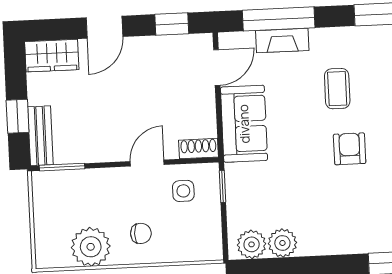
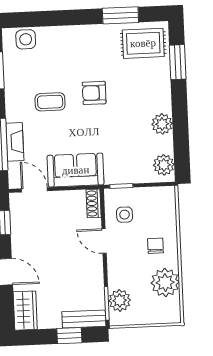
plant: (66, 185) -> (120, 300), added
plant: (282, 243) -> (162, 124), moved

